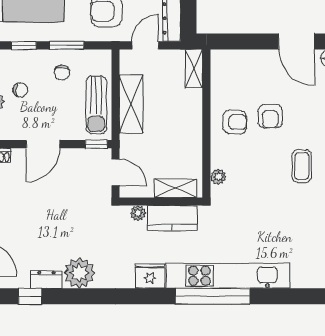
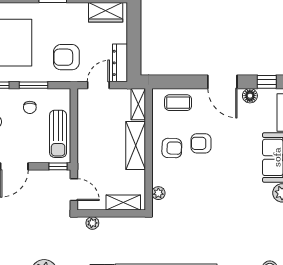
shelving: (131, 104) -> (136, 145), moved
armchair: (270, 116) -> (201, 143), turned 90
coffee table: (302, 166) -> (178, 103), moved, turned 90
kitchen counter: (172, 218) -> (121, 227), removed

